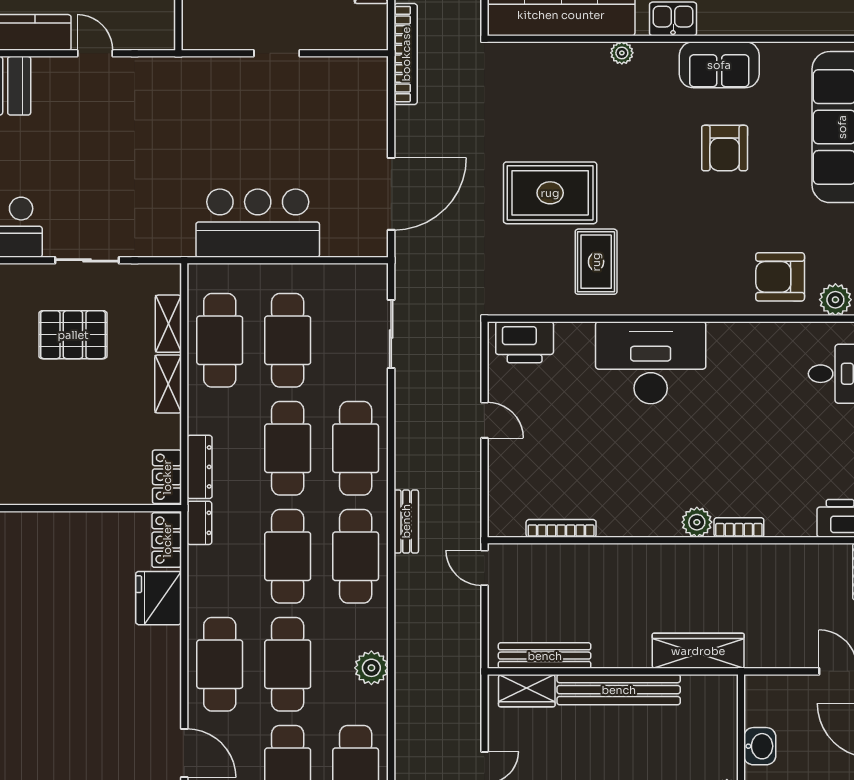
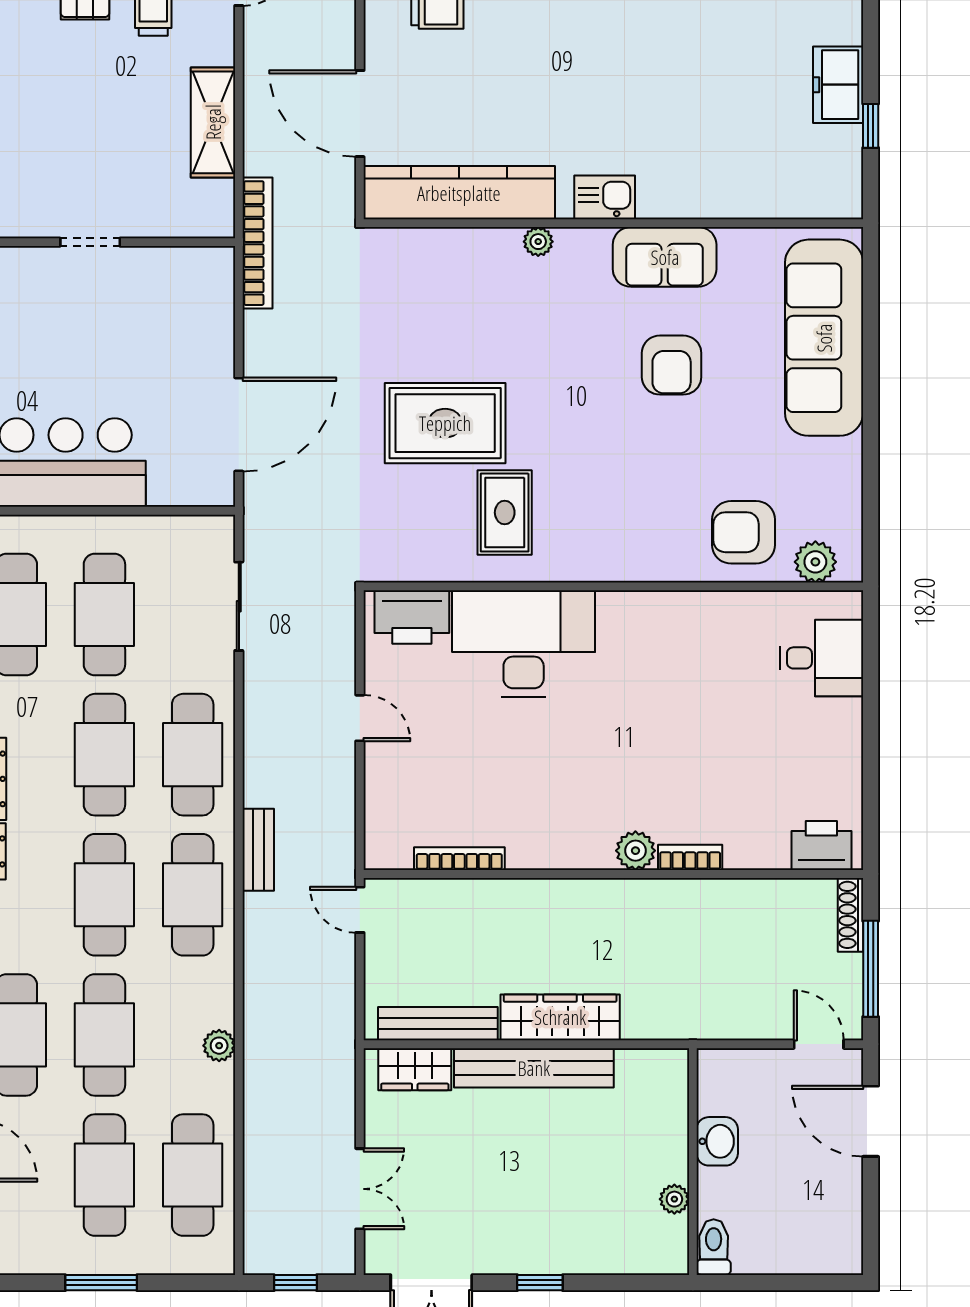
desk: (651, 363) -> (524, 644), moved
wardrobe: (698, 651) -> (560, 1017), moved
plant: (371, 668) -> (219, 1046), width x0.73, depth x0.73

